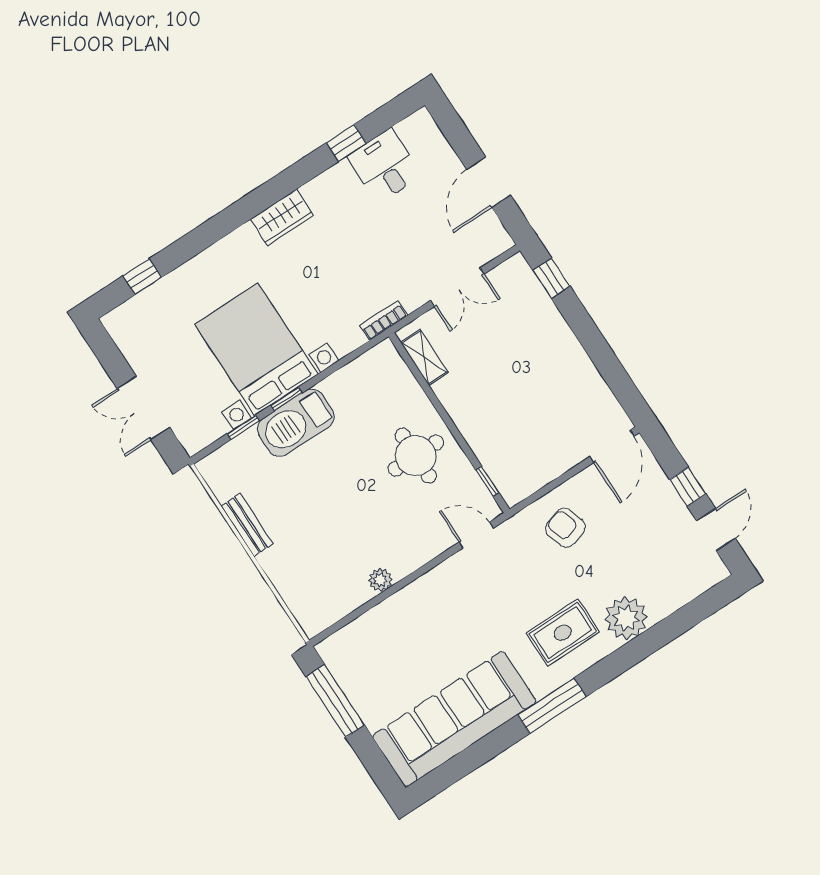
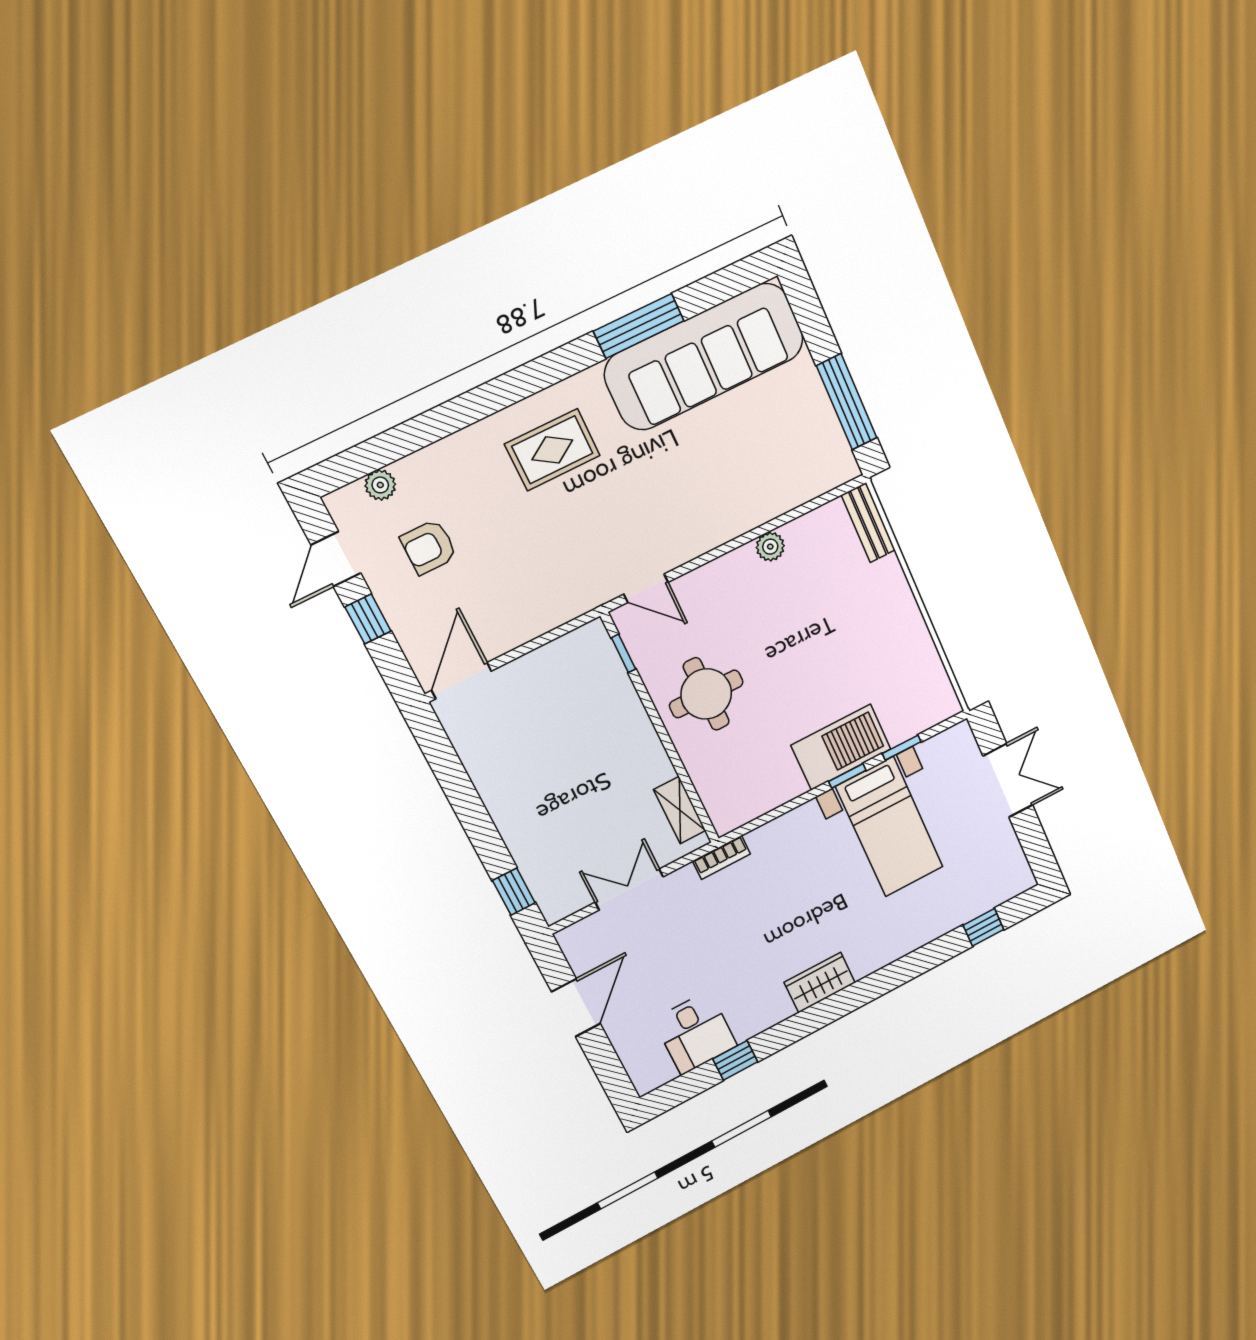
bed with nightstands: (256, 349) -> (890, 827), width x0.73
bench: (247, 525) -> (868, 523), moved
armchair: (565, 528) -> (429, 547), moved, turned 107
plant: (626, 618) -> (380, 485), moved, width x0.53, depth x0.53
window: (552, 706) -> (639, 326), moved

